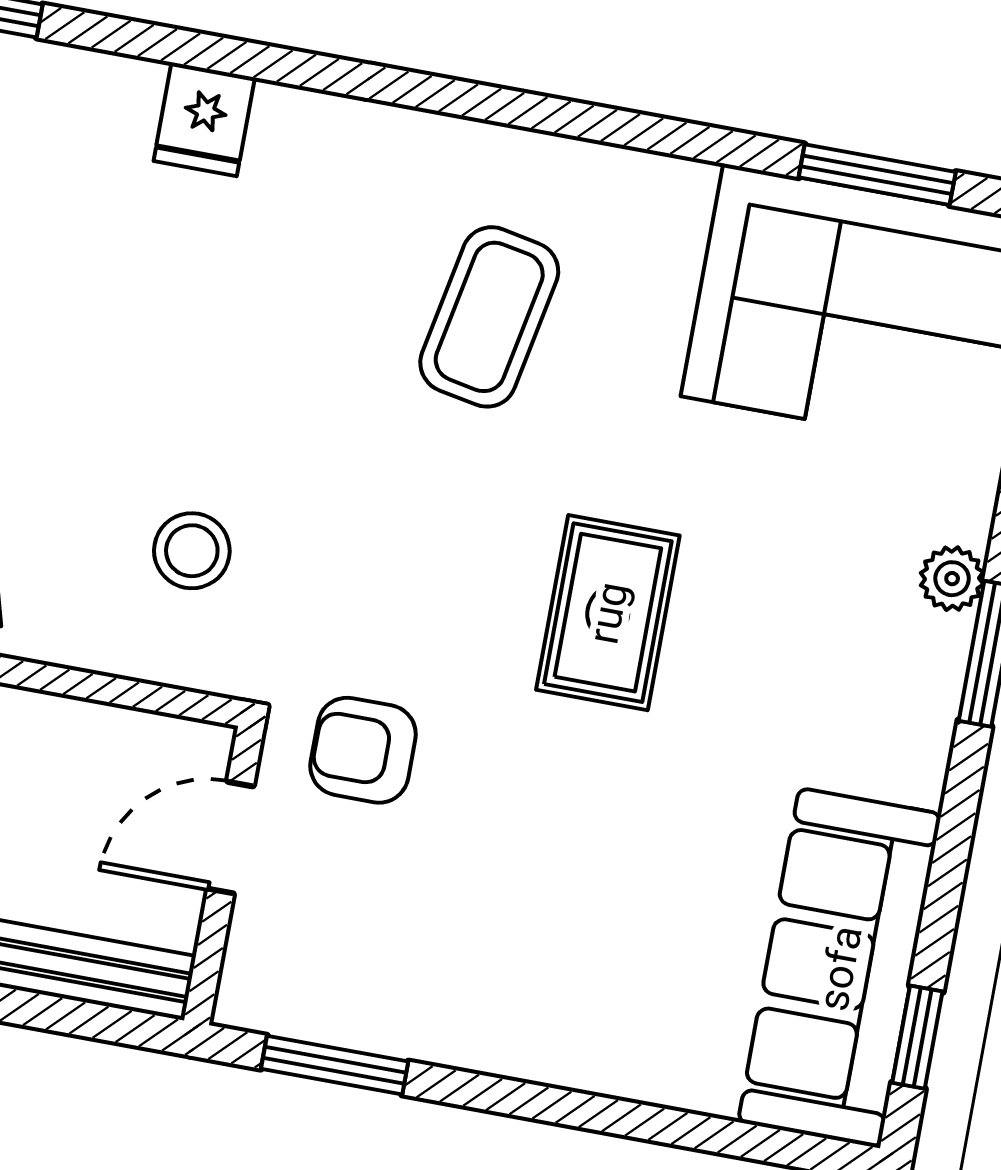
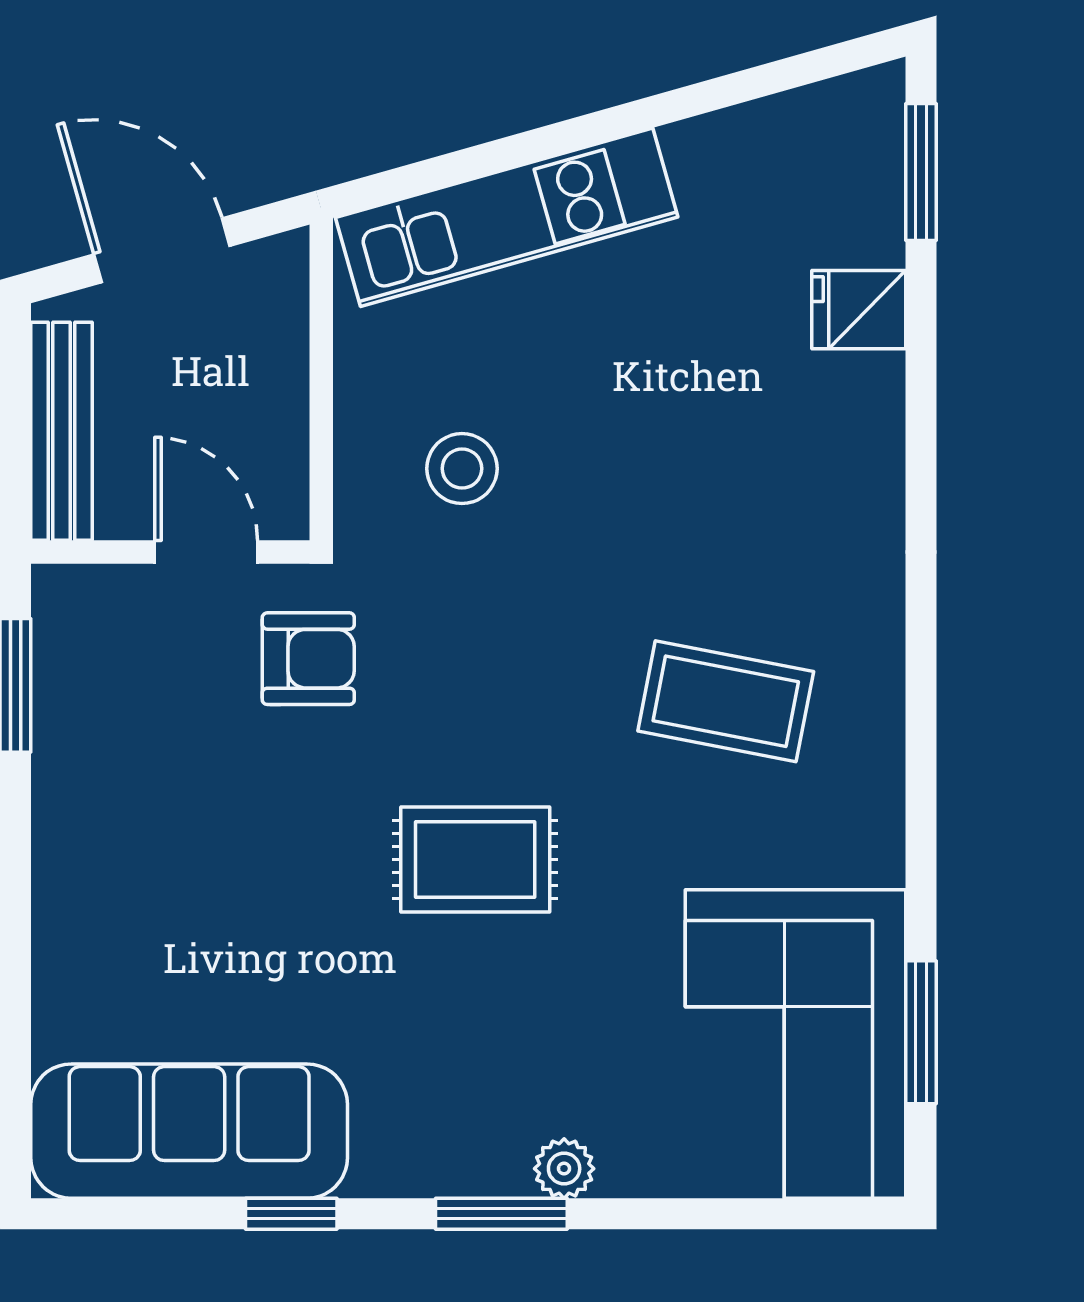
fridge: (204, 119) -> (859, 310), moved
armchair: (363, 750) -> (308, 659), turned 90
window: (917, 1037) -> (291, 1214), moved

